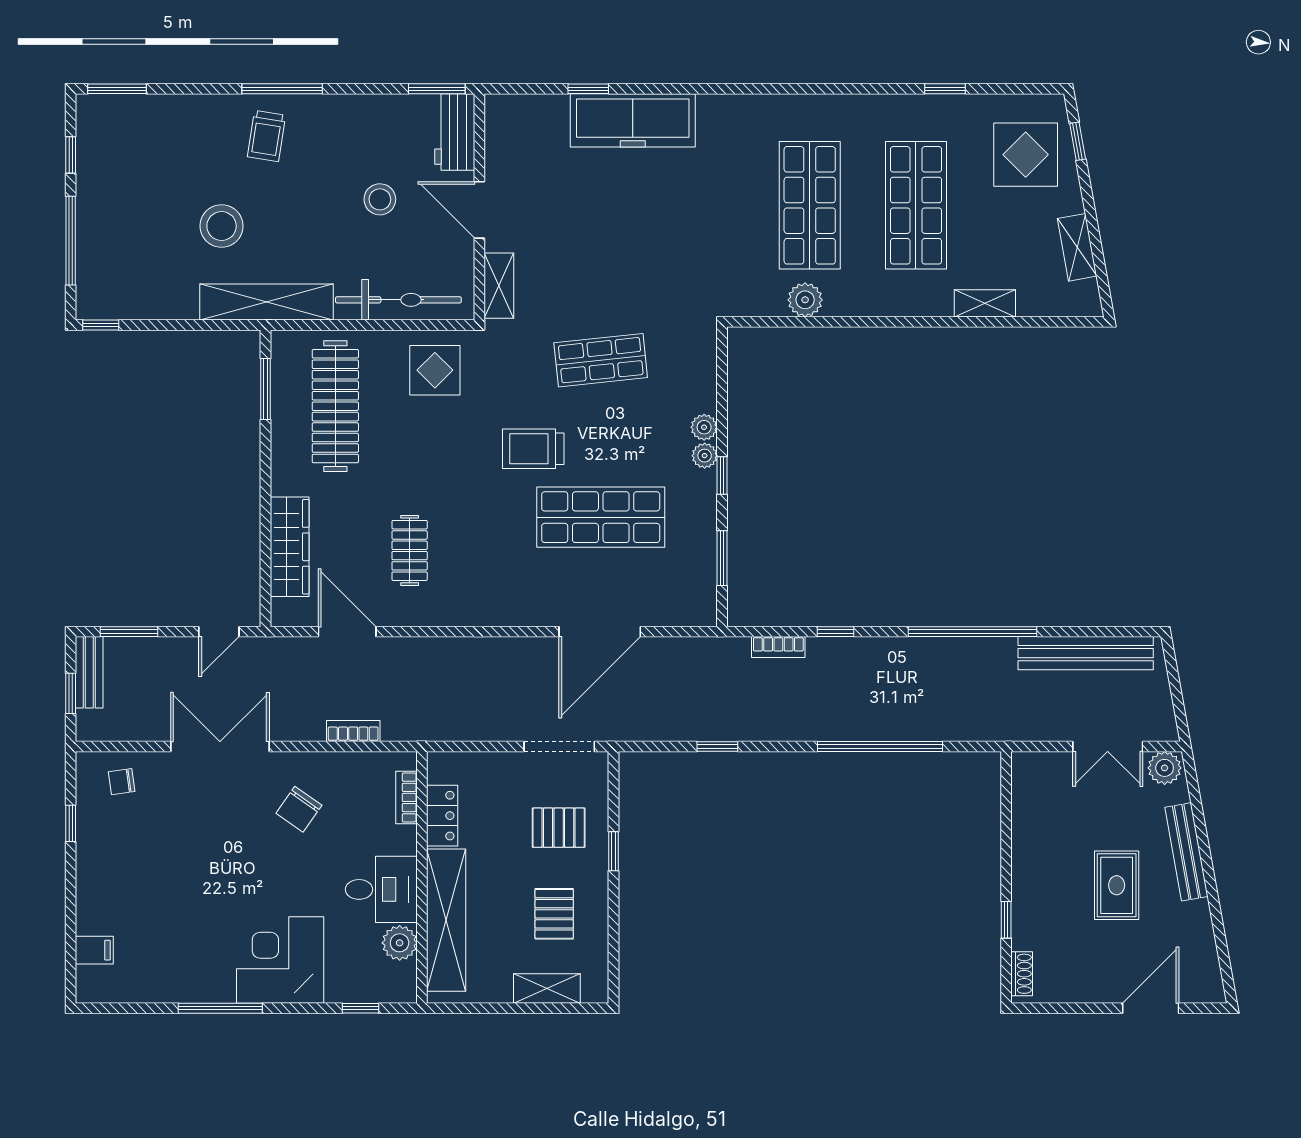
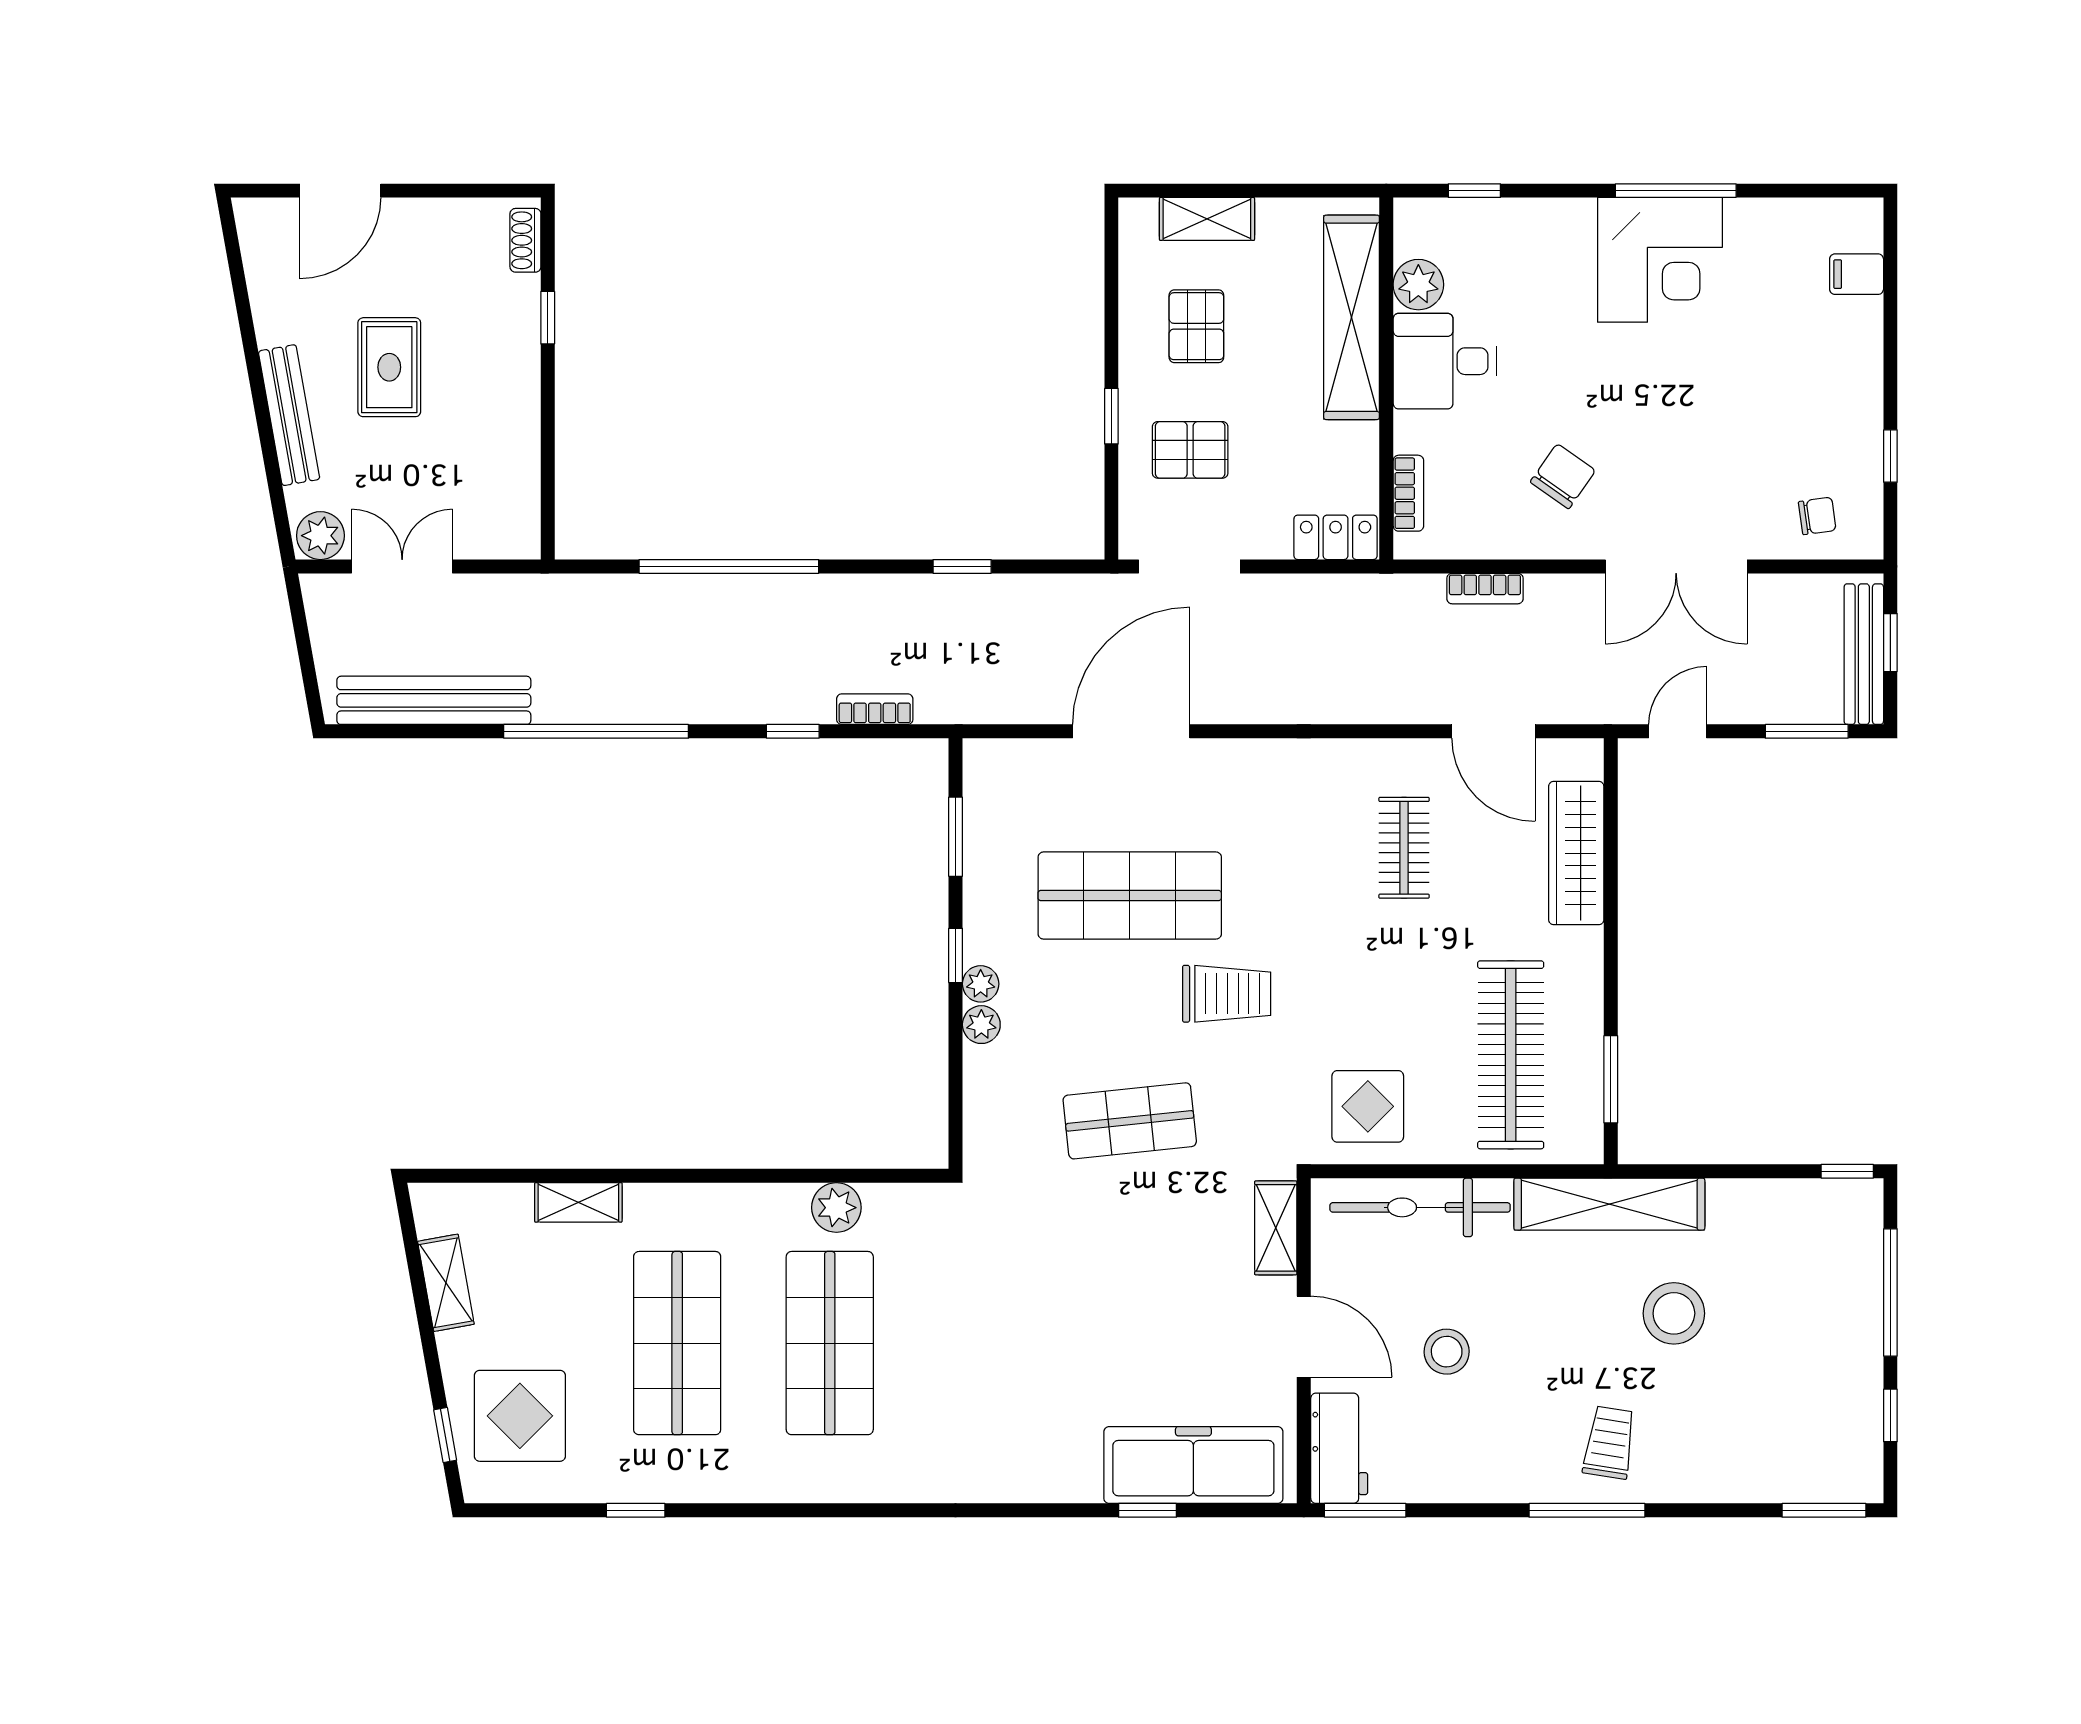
freezer: (633, 120) -> (1193, 1465), moved
bench: (89, 672) -> (1864, 654), width x1.36
locker: (442, 816) -> (1336, 537), moved, turned 90
corner desk: (280, 960) -> (1660, 260), moved

